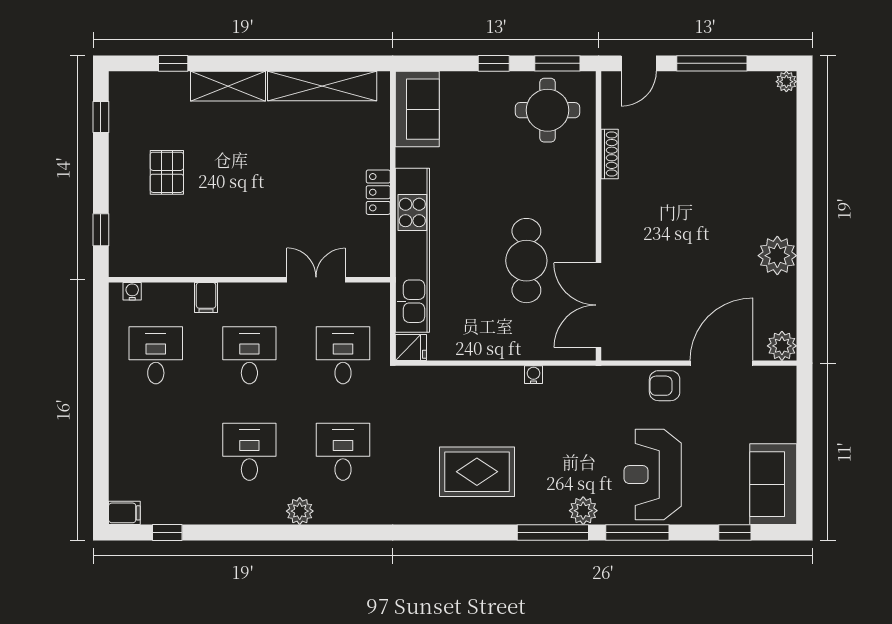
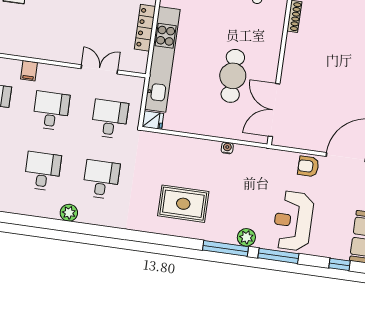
locker: (378, 192) -> (145, 28), width x1.53

